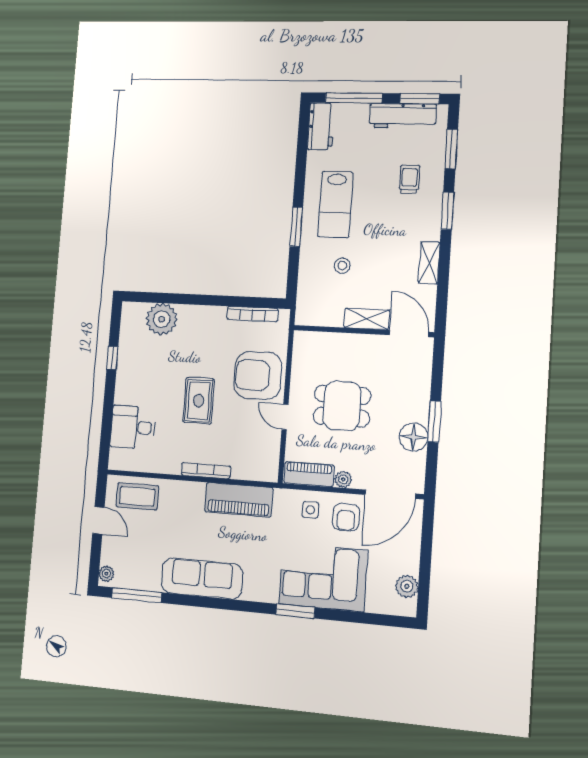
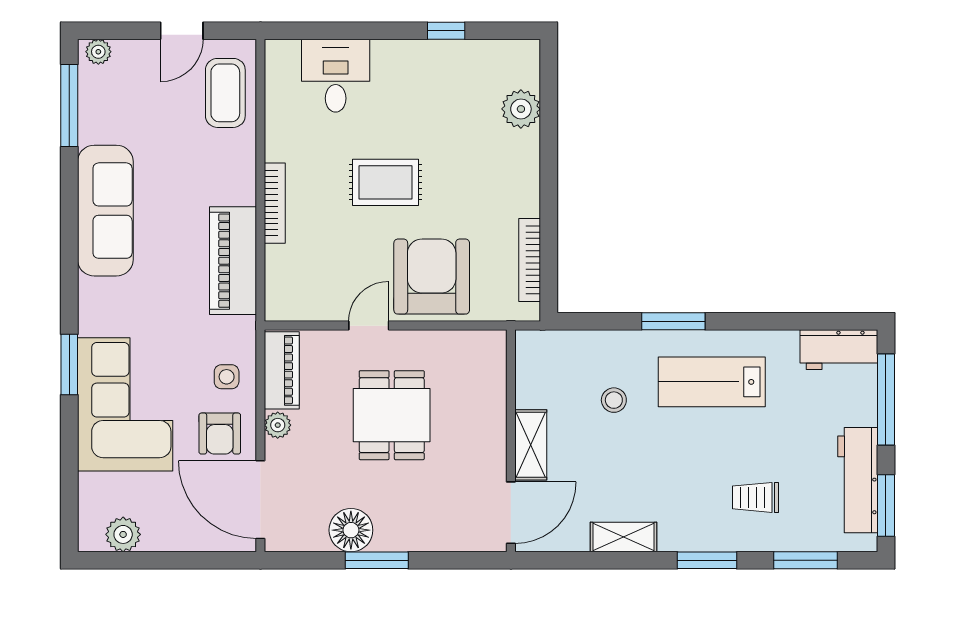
trolley: (409, 179) -> (755, 497), turned 180
plant: (162, 319) -> (521, 109), width x0.73, depth x0.73
armchair: (346, 517) -> (220, 434), turned -90

